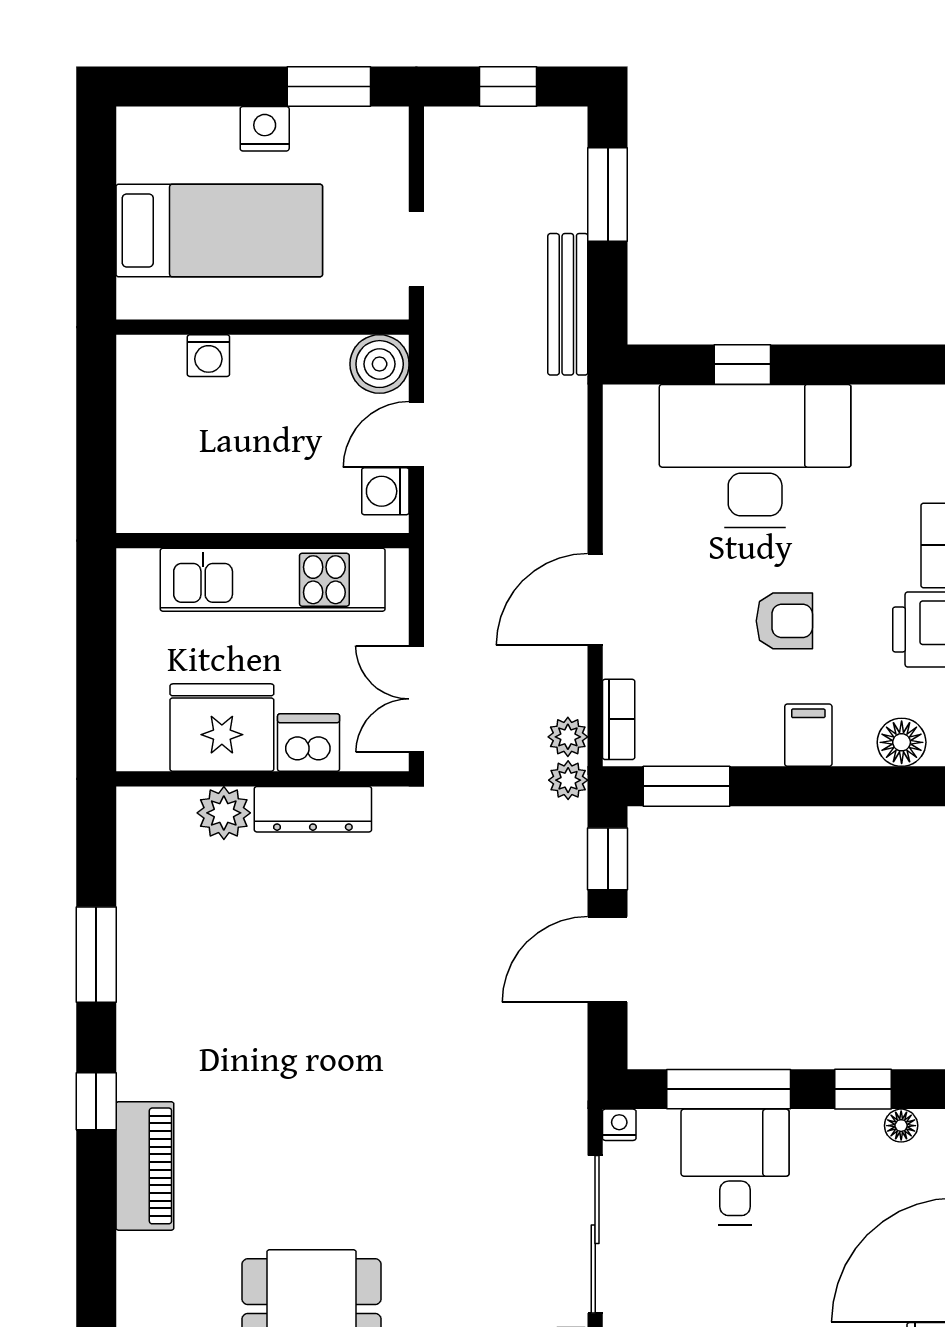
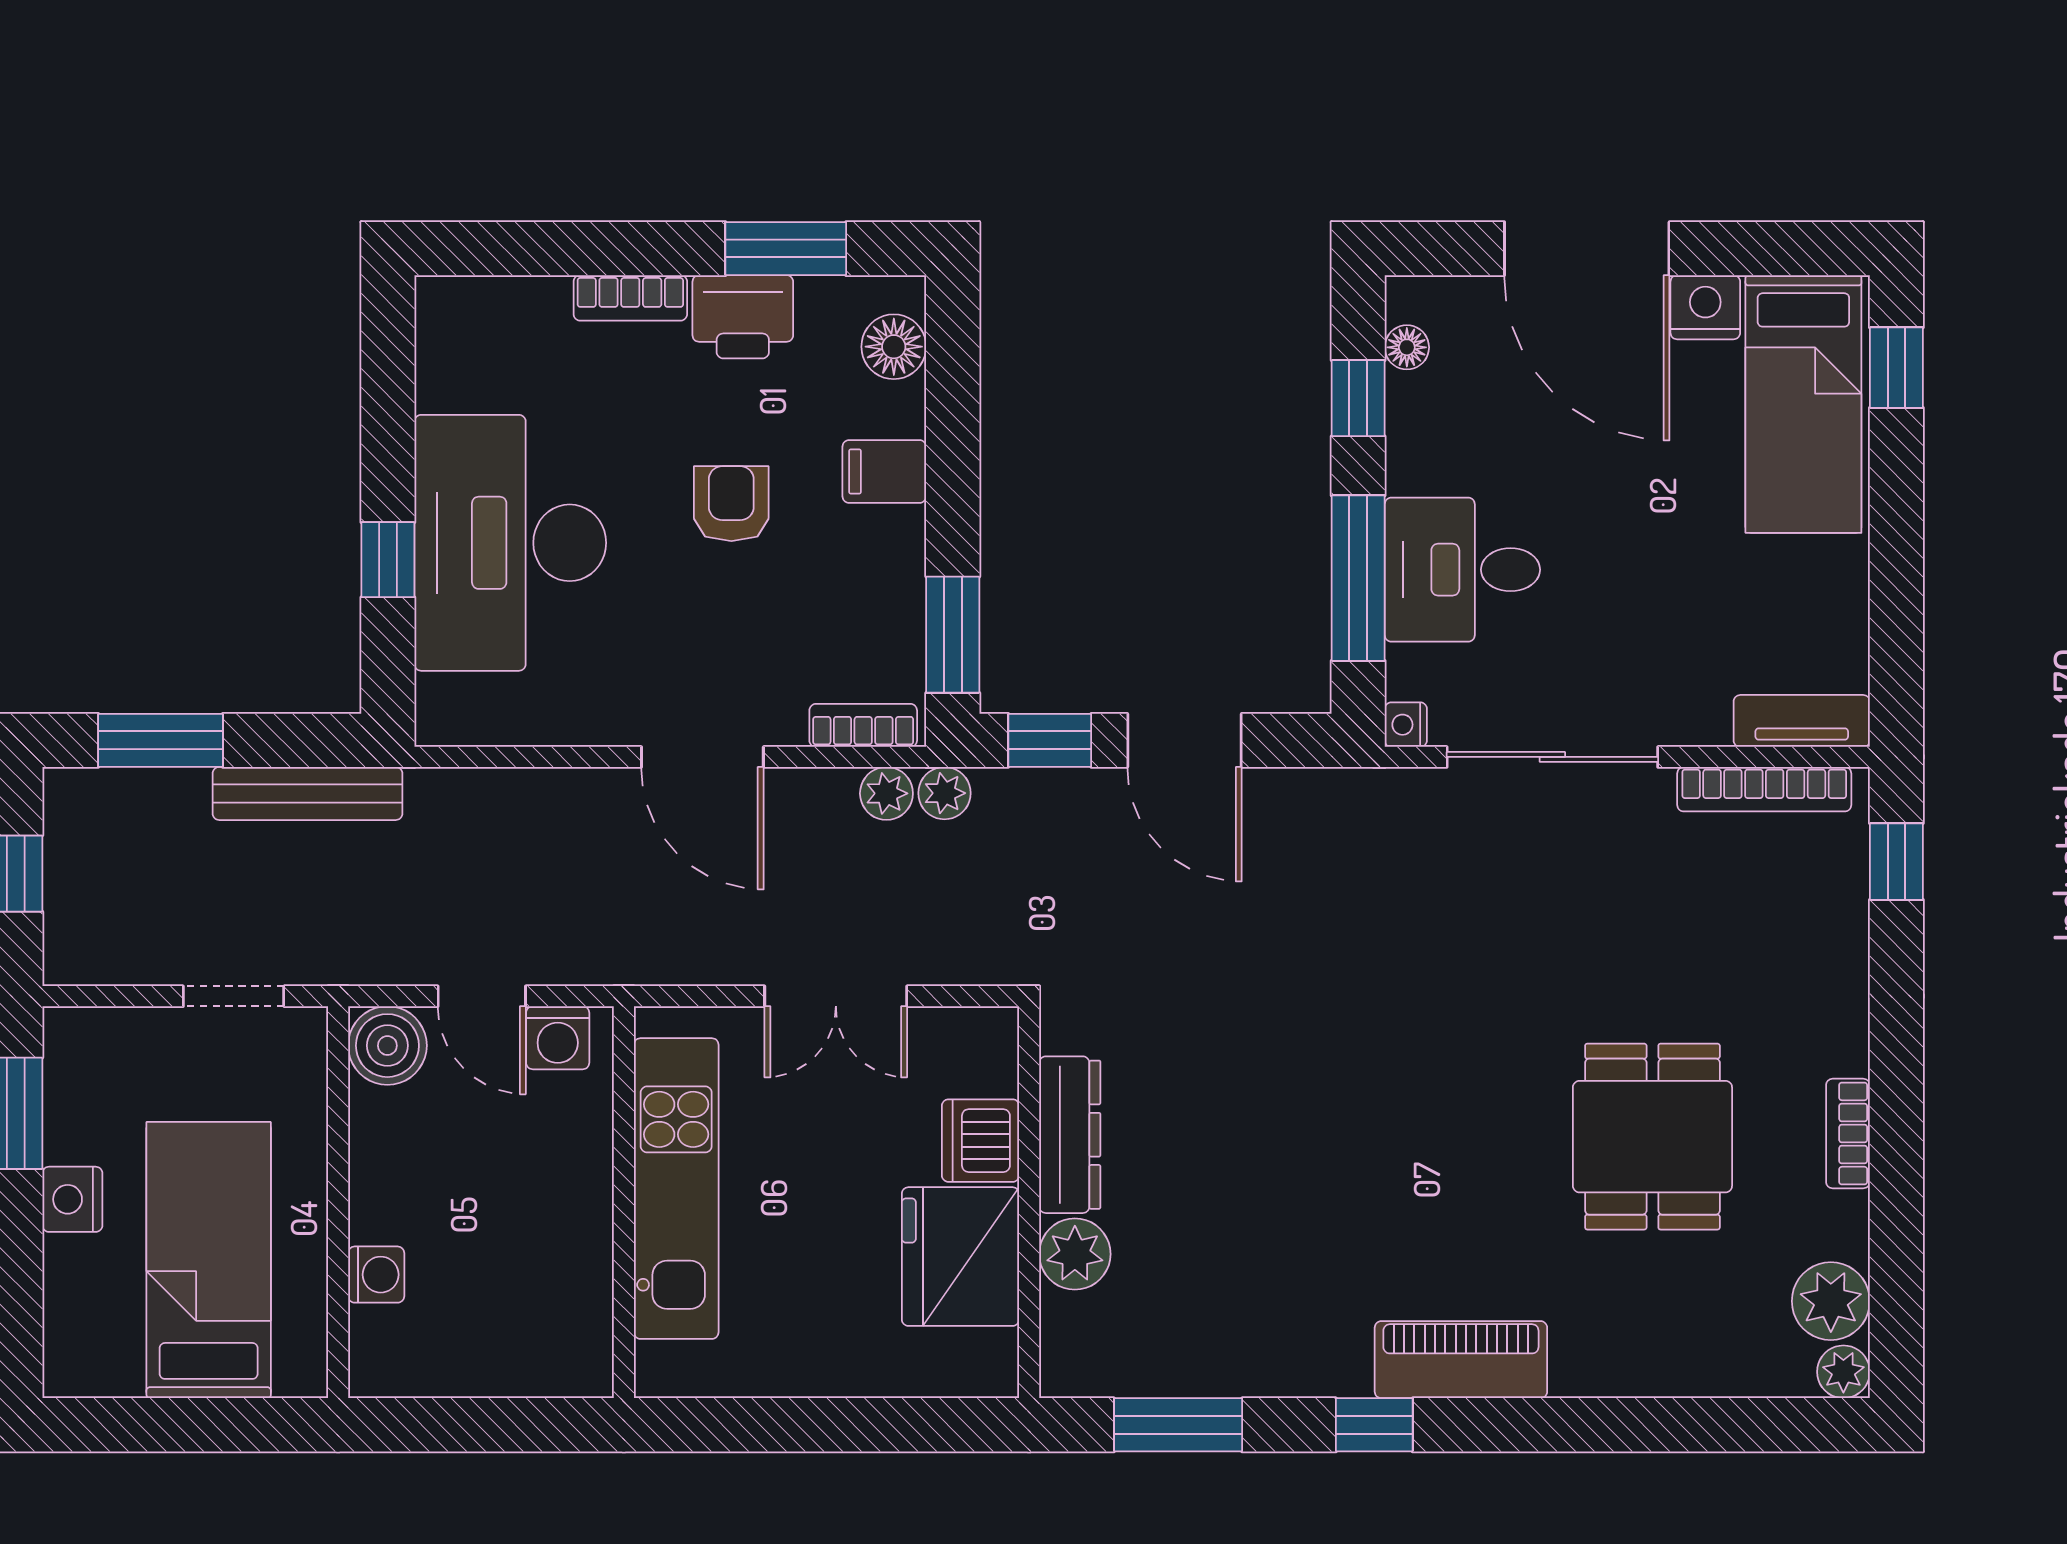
fridge: (222, 728) -> (960, 1257), moved
dishwasher: (309, 743) -> (981, 1141), moved
wall: (263, 779) -> (1029, 1202), moved
dresser: (313, 809) -> (1070, 1135), moved
plant: (224, 813) -> (1075, 1254), moved

